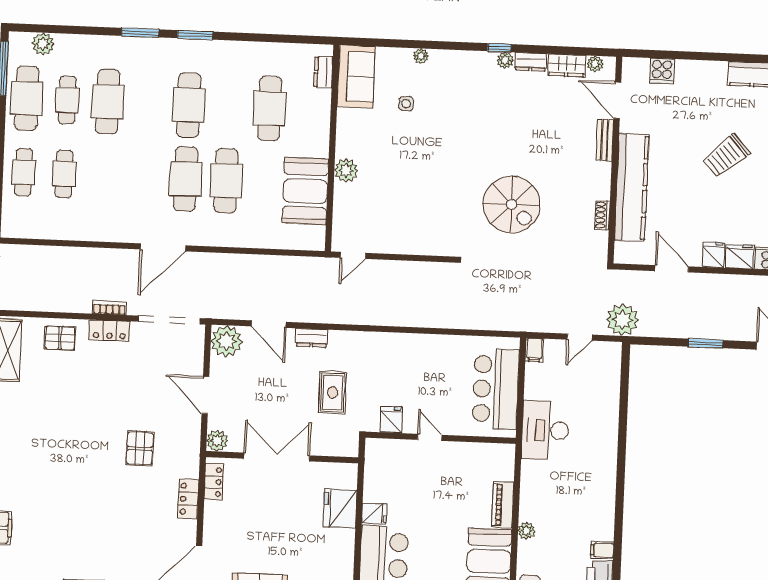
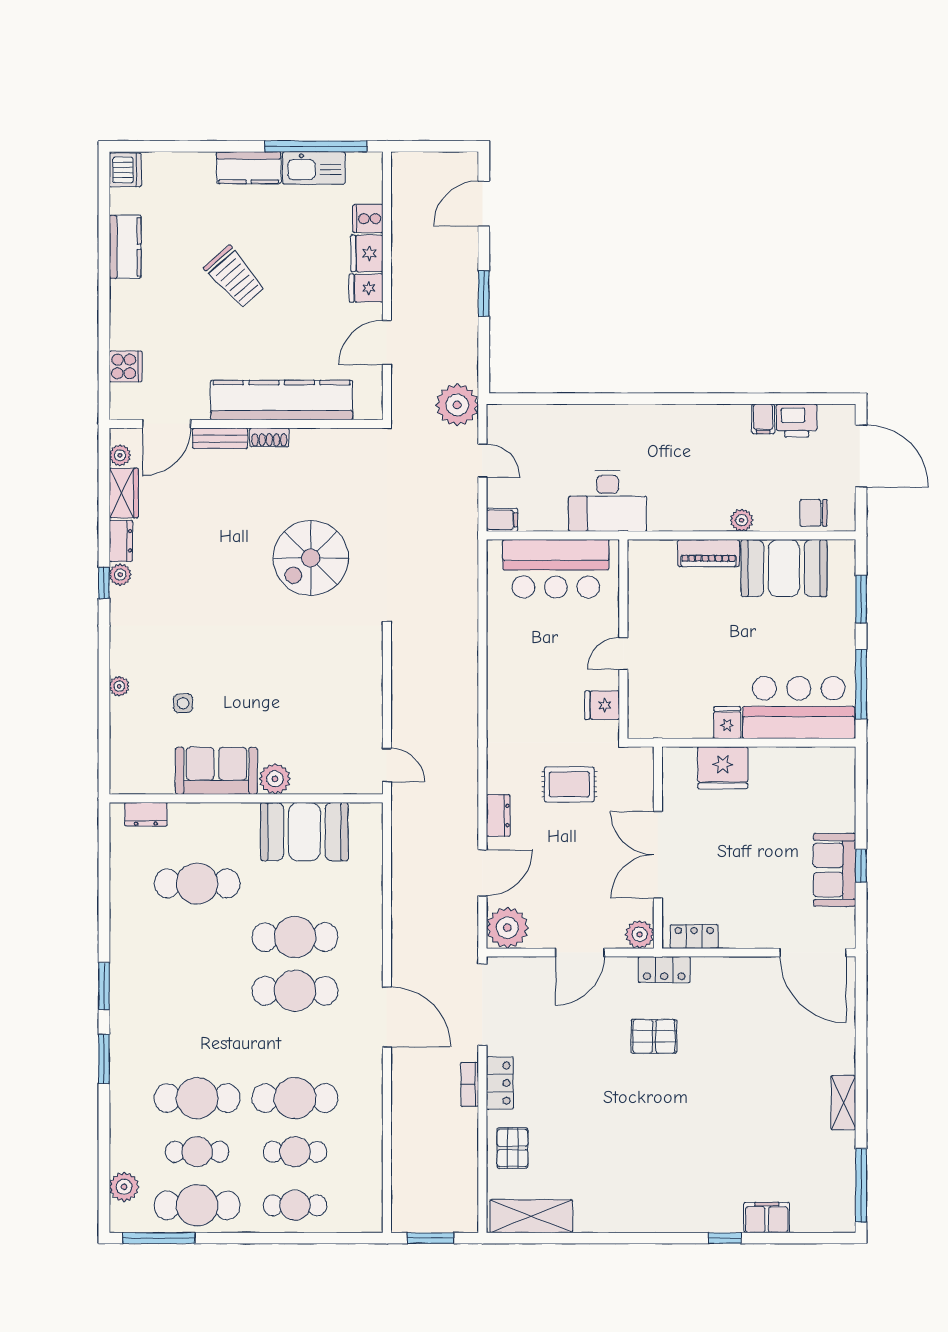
sofa: (356, 77) -> (216, 771), moved
cafe table: (189, 105) -> (295, 1098), moved
spiral stairs: (512, 204) -> (311, 558), turned 180
shoe rack: (602, 215) -> (269, 437), moved
locker: (188, 499) -> (664, 970), moved

